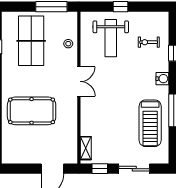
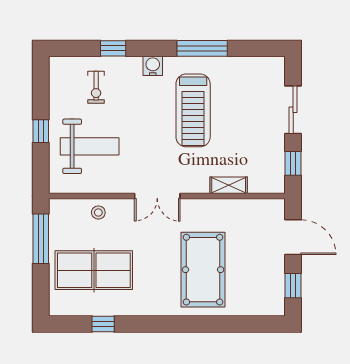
double door: (79, 81) -> (157, 196), swing flipped
treadmill: (150, 123) -> (193, 110), moved, turned 90
shelving: (86, 148) -> (229, 185), moved
window: (21, 169) -> (293, 286), added

